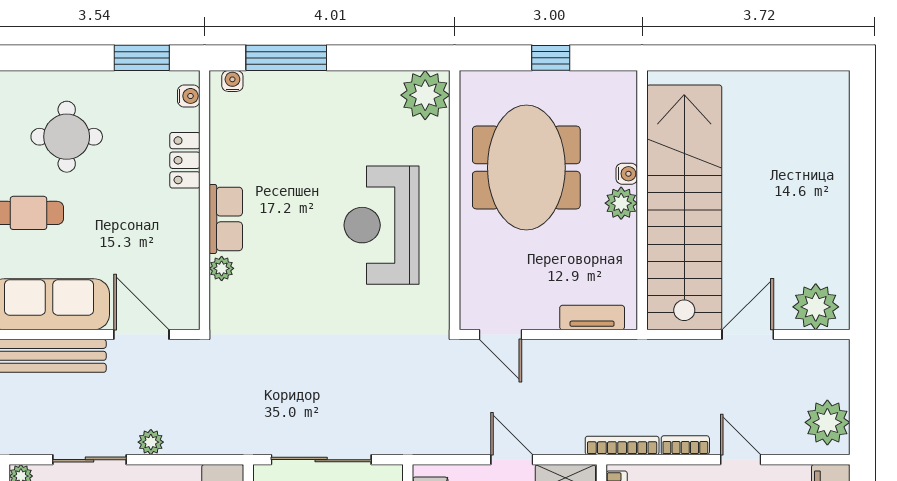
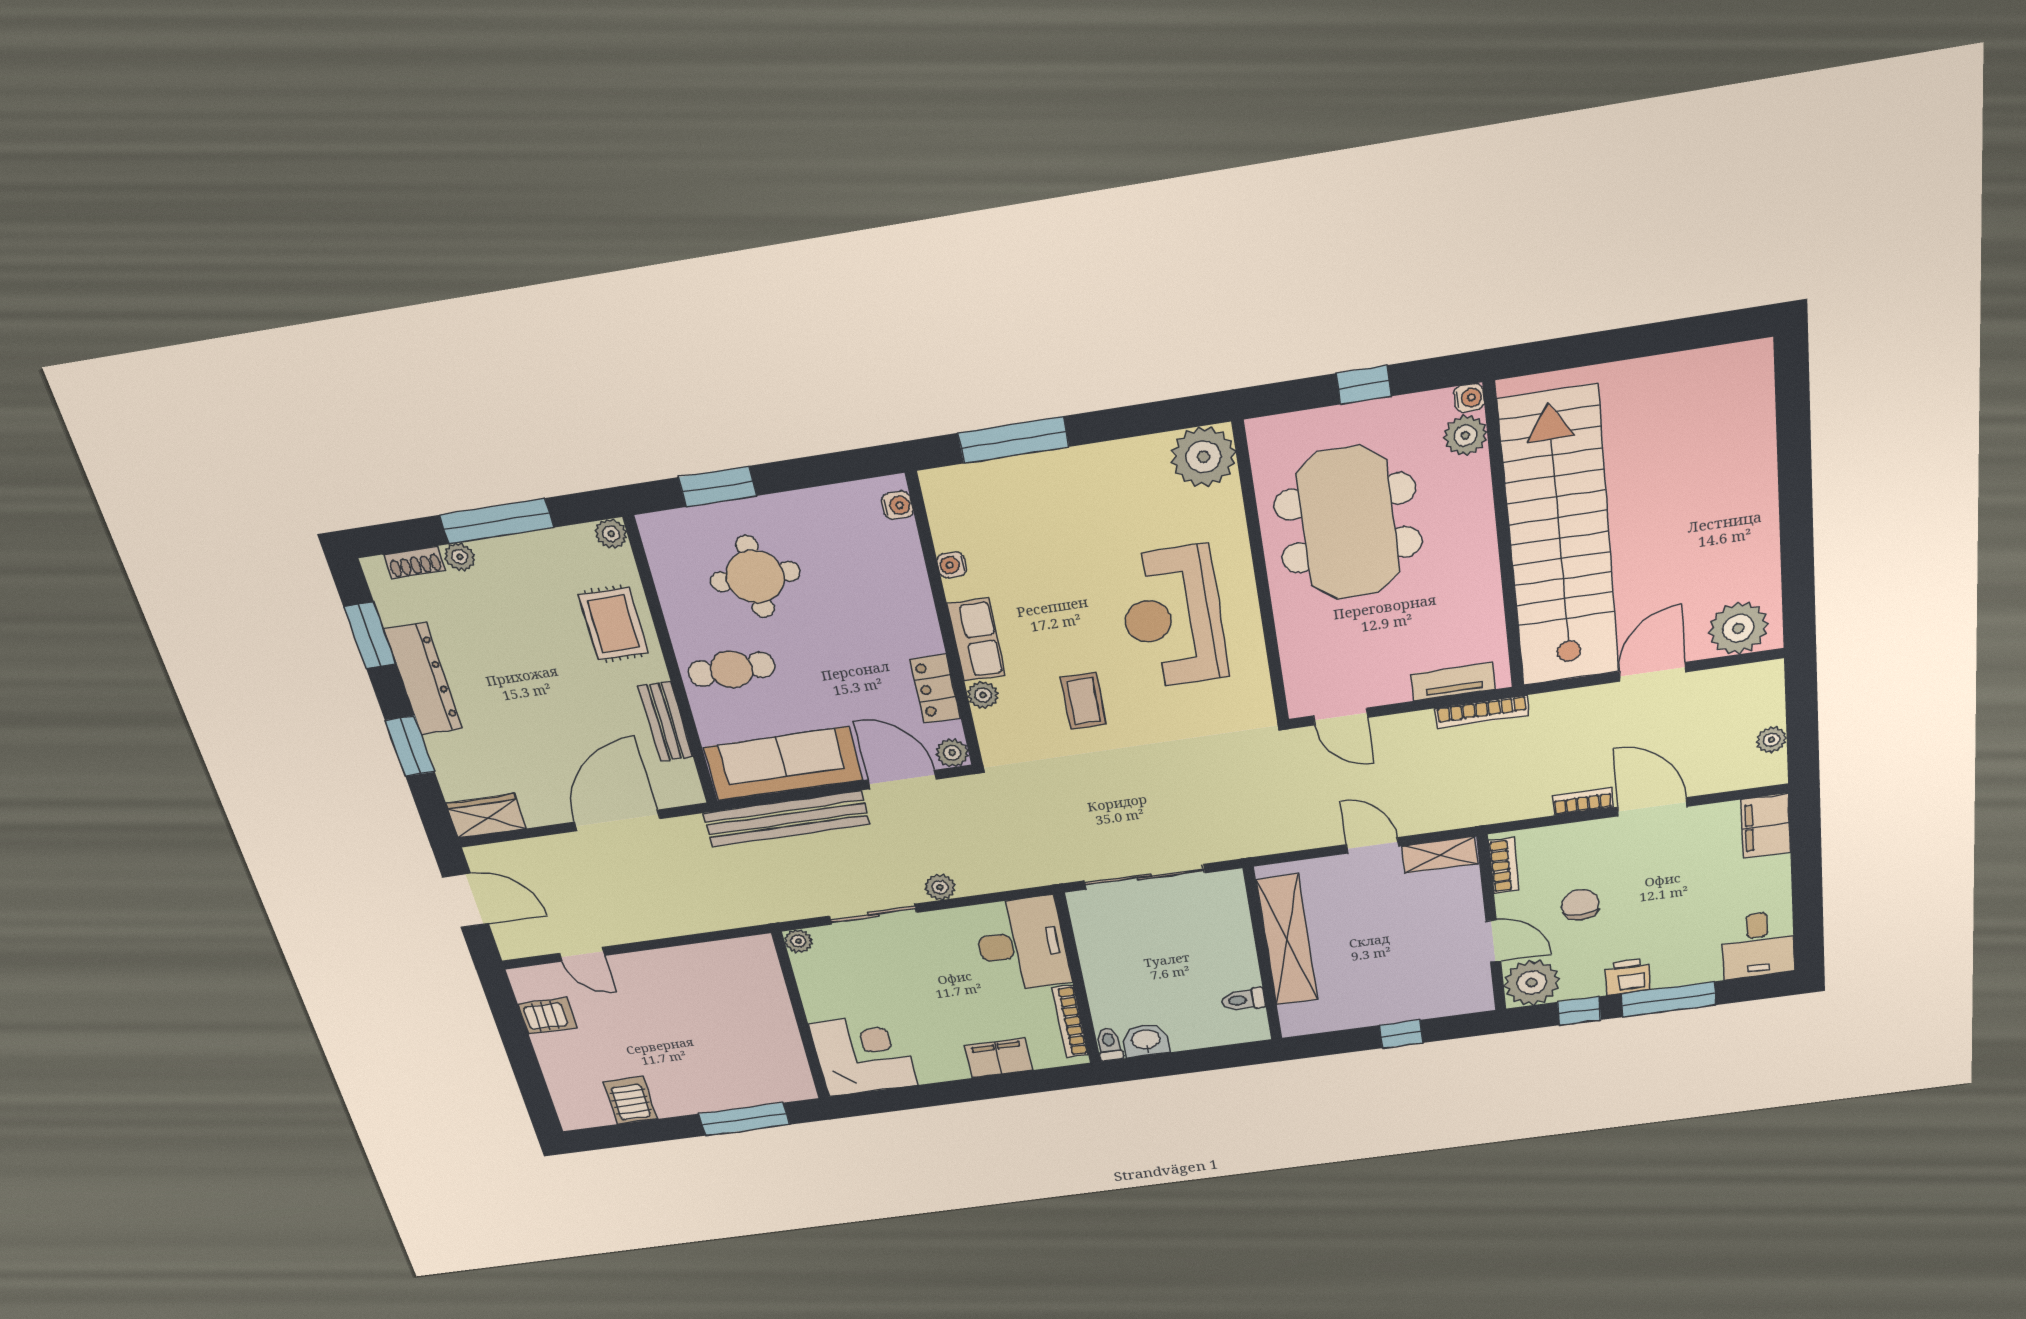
window: (142, 58) -> (718, 486), moved
water cooler: (232, 81) -> (952, 565), moved, turned -90
locker: (185, 160) -> (935, 689), moved
water cooler: (627, 174) -> (1469, 398), moved
plant: (621, 203) -> (1465, 435), moved
coffee table: (300, 287) -> (1083, 701), added
plant: (187, 317) -> (952, 753), added
plant: (827, 422) -> (1771, 740), width x0.53, depth x0.53
bookcase: (622, 445) -> (1482, 712), moved, turned 180
door: (741, 460) -> (1652, 807), width x1.38

